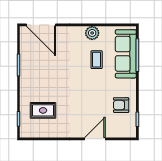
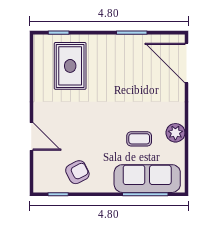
door: (41, 25) -> (186, 63), hinge flipped
armchair: (121, 105) -> (77, 172), turned 63
rug: (43, 110) -> (70, 66), width x1.36, depth x1.43

